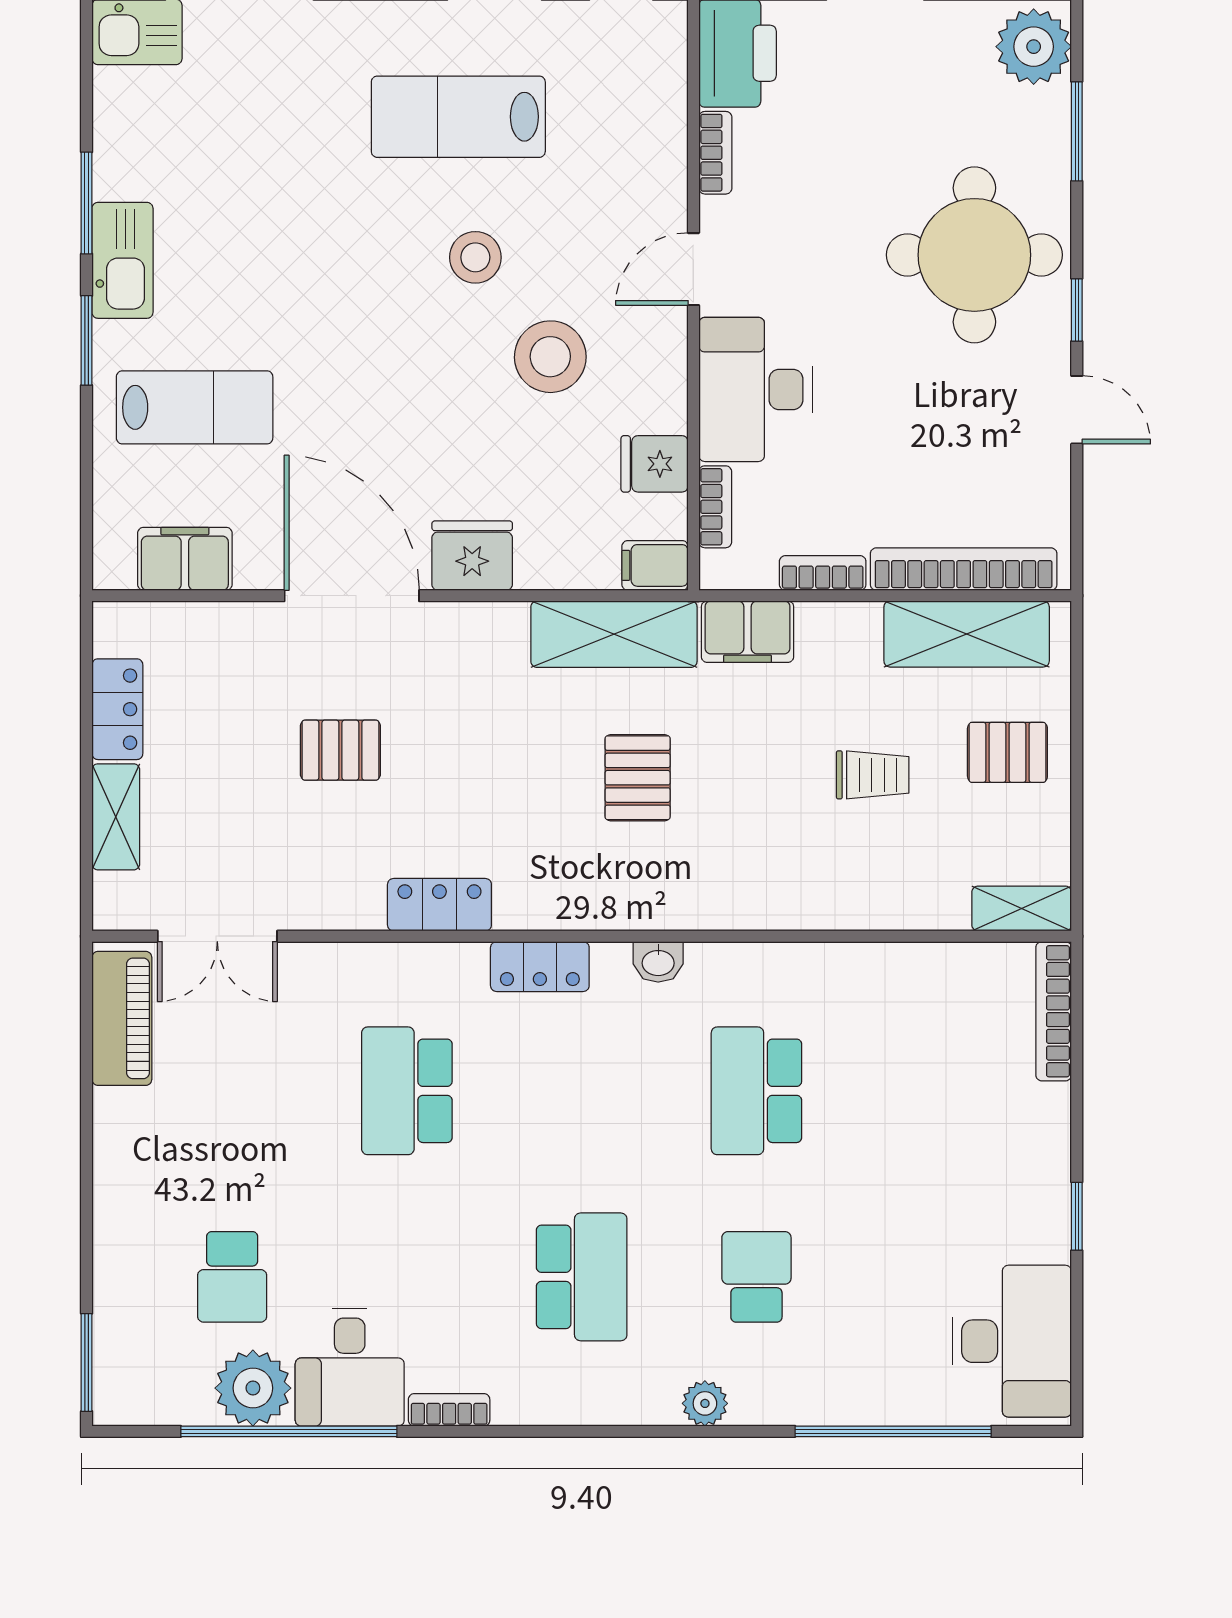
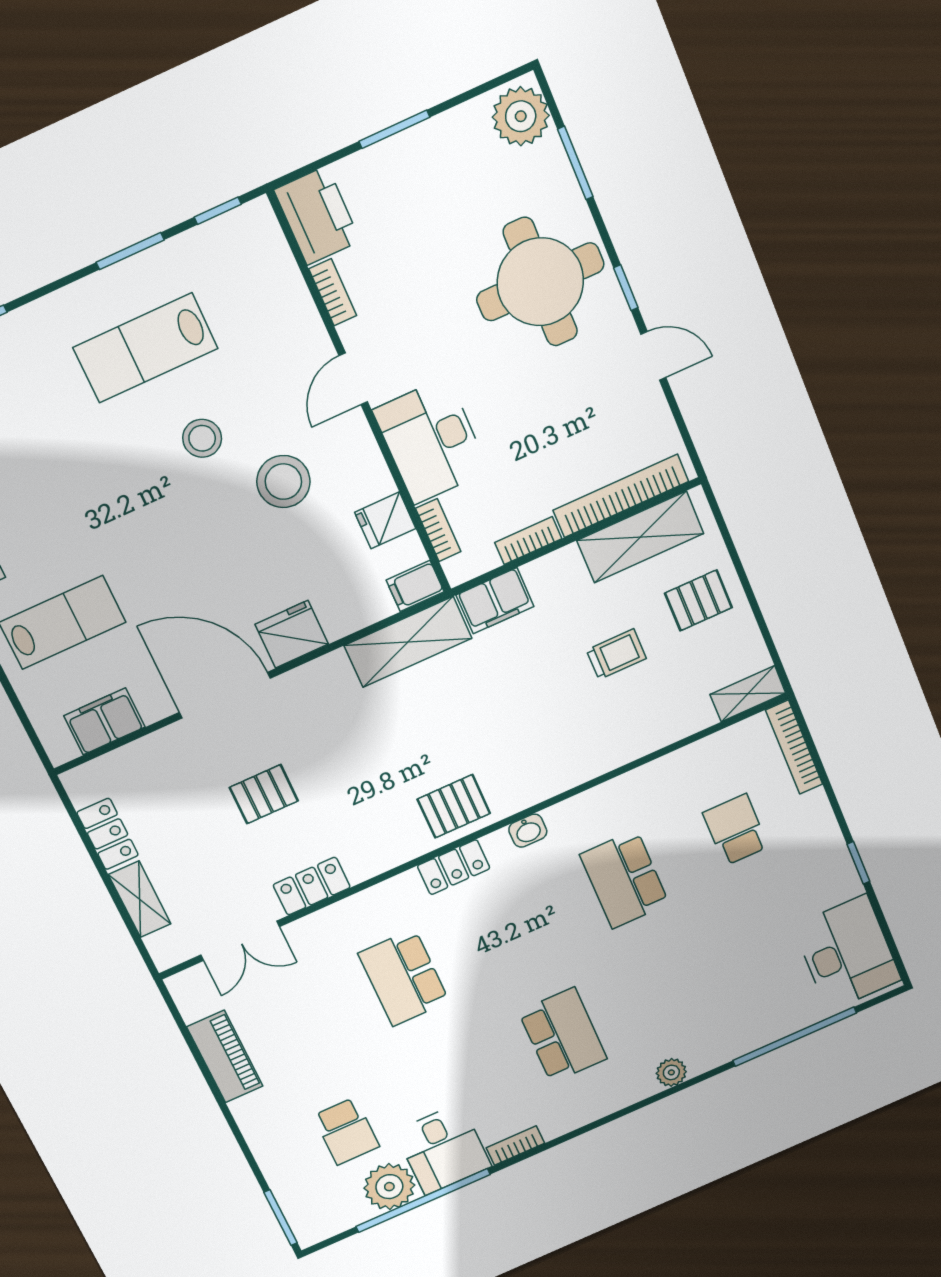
pallet: (638, 778) -> (454, 806), moved, turned 90
locker: (439, 905) -> (312, 886), moved
piano: (122, 1018) -> (225, 1057), moved
school desk: (756, 1277) -> (736, 830), moved

